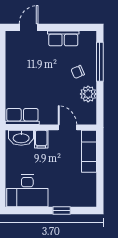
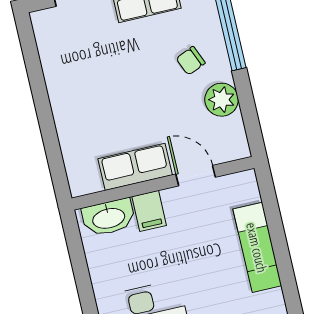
row of seats: (22, 116) -> (135, 167), moved
exam couch: (89, 151) -> (257, 247), moved

